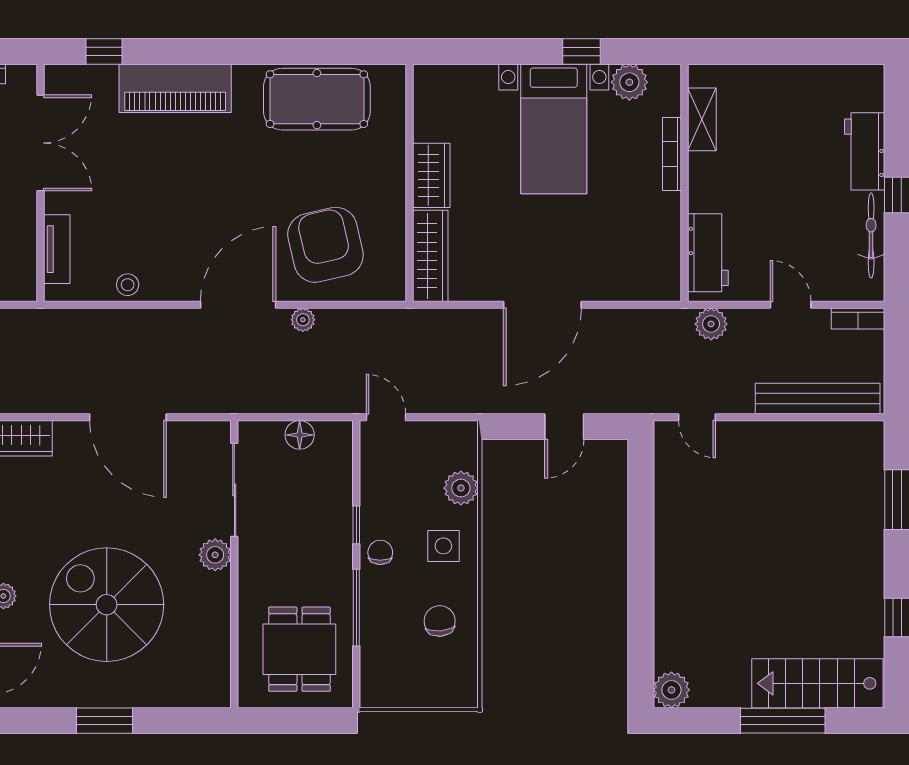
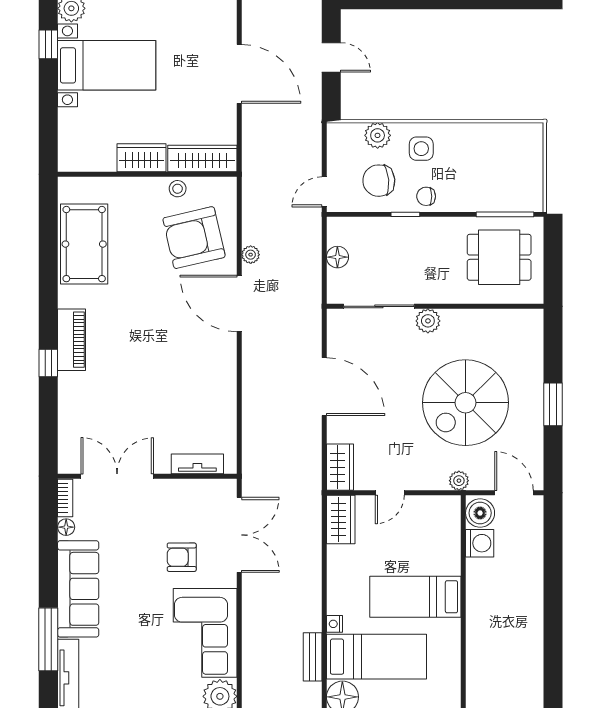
window: (104, 52) -> (48, 363), moved
piano: (175, 88) -> (71, 340), width x0.73, depth x0.75
double door: (40, 143) -> (117, 476), moved
wall: (40, 183) -> (147, 476), moved
tv unit: (57, 249) -> (197, 464), moved
stool: (128, 285) -> (178, 189), moved
door: (128, 417) -> (324, 387), hinge flipped
window: (356, 608) -> (505, 214), moved
chair: (440, 621) -> (379, 181), moved, width x1.37, depth x1.37

